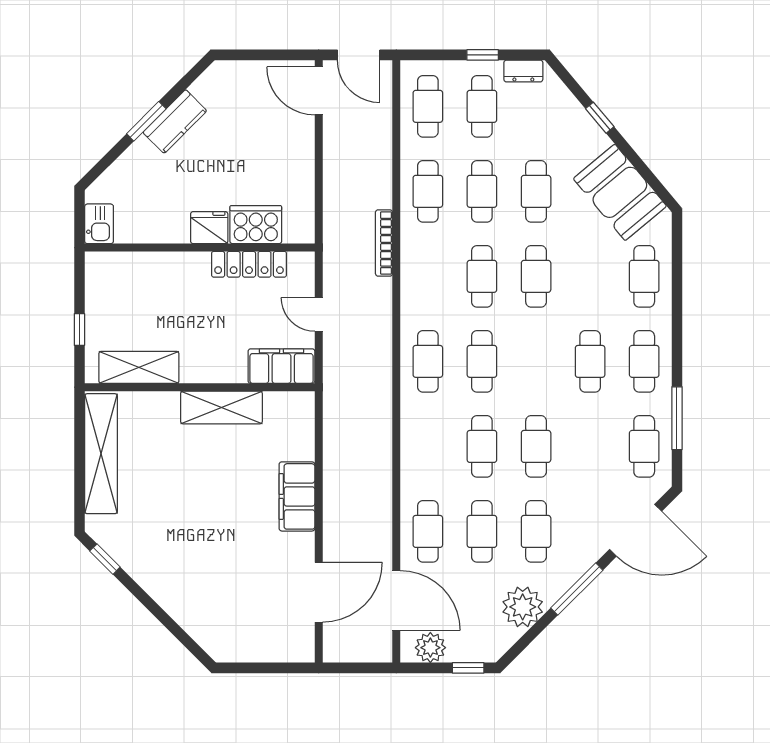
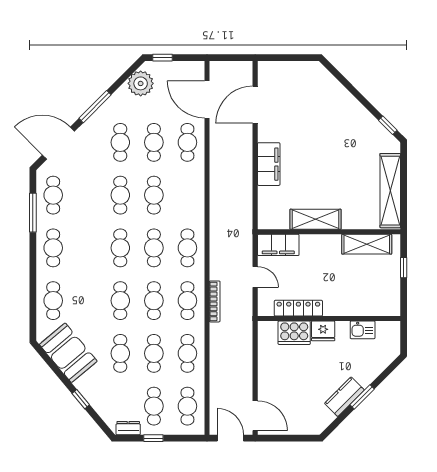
kitchen sink: (99, 224) -> (363, 330), moved, turned -90
bookcase: (384, 243) -> (215, 301), moved
cafe table: (428, 276) -> (187, 301), added
cafe table: (590, 361) -> (120, 248), moved
plant: (523, 607) -> (141, 83), moved
plant: (430, 648) -> (186, 70), removed

